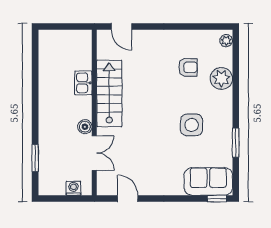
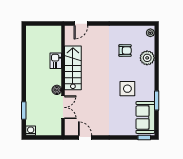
door: (121, 26) -> (81, 23), hinge flipped
sofa: (208, 181) -> (145, 117), moved, turned -90
washing machine: (73, 188) -> (31, 131), moved

